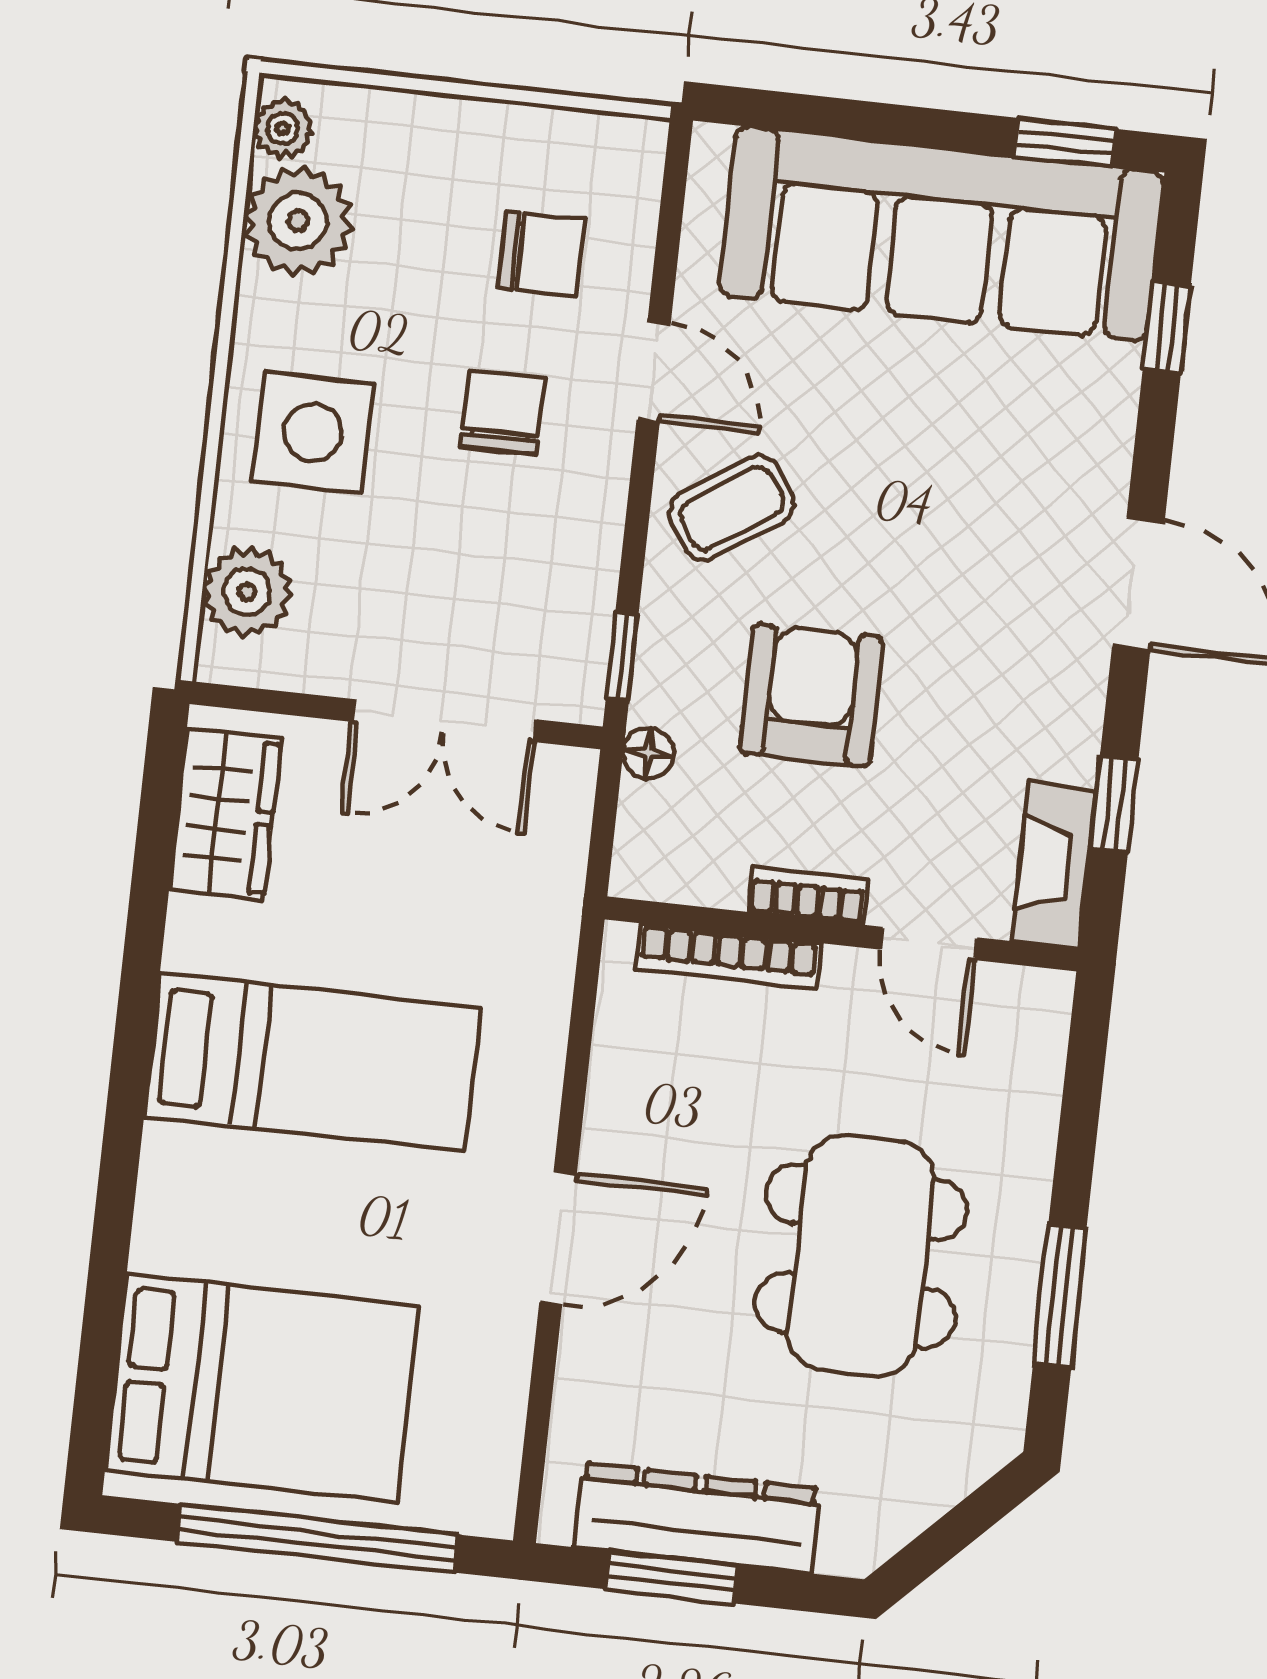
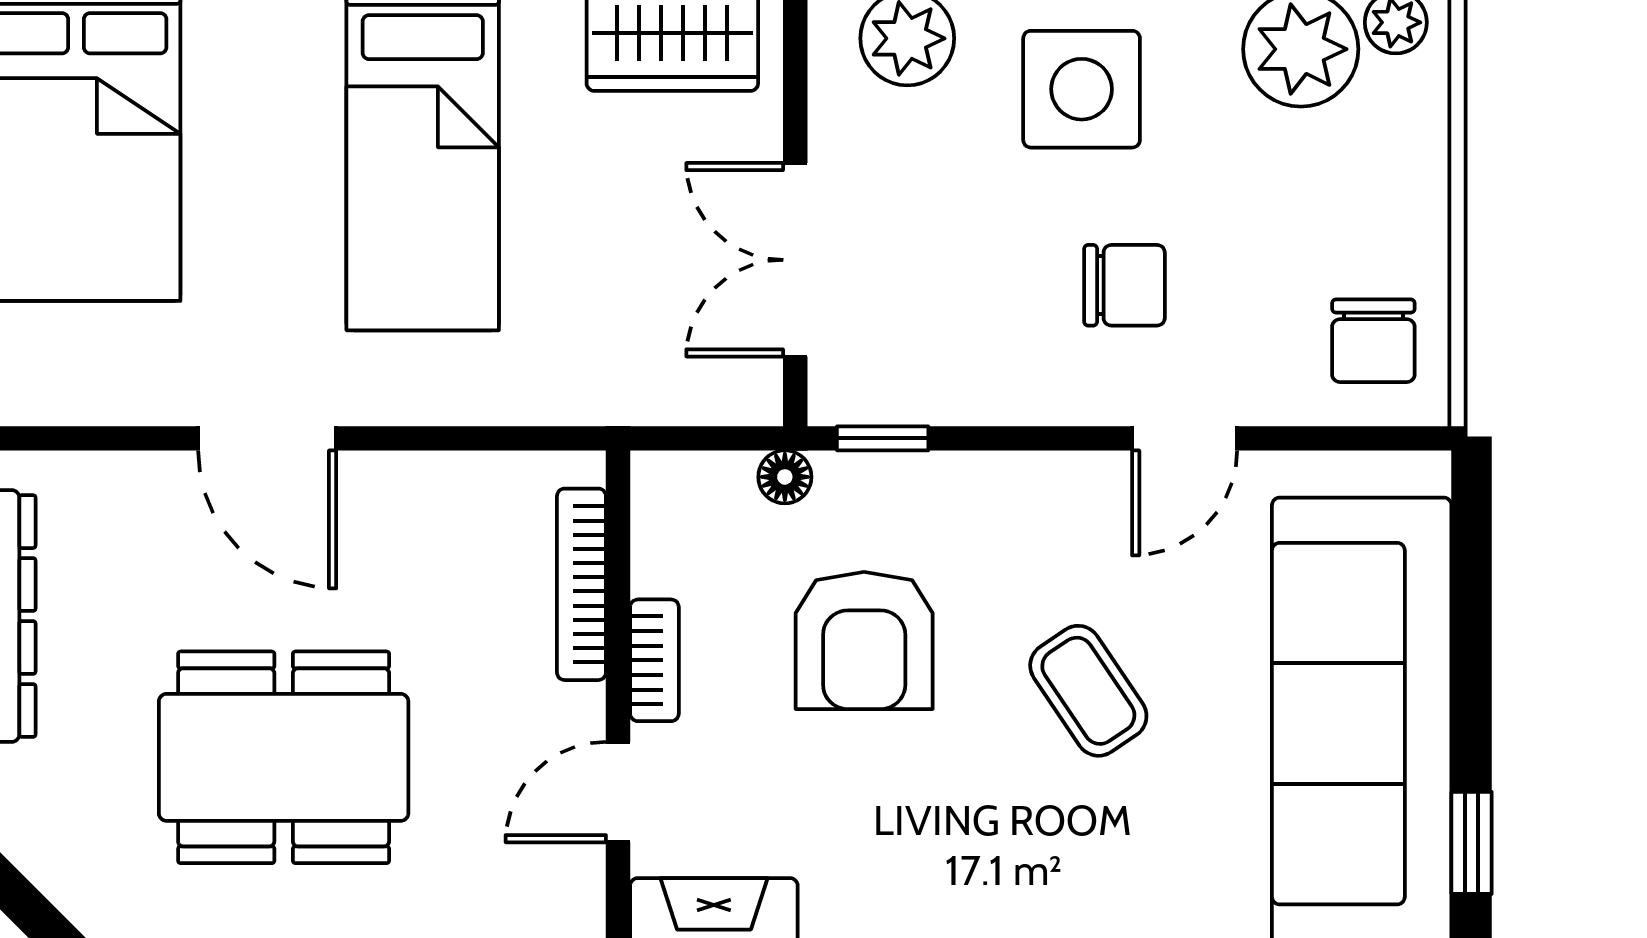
chair: (541, 254) -> (1373, 341), moved
coffee table: (731, 508) -> (1088, 691), moved
armchair: (811, 695) -> (864, 641), turned 90

